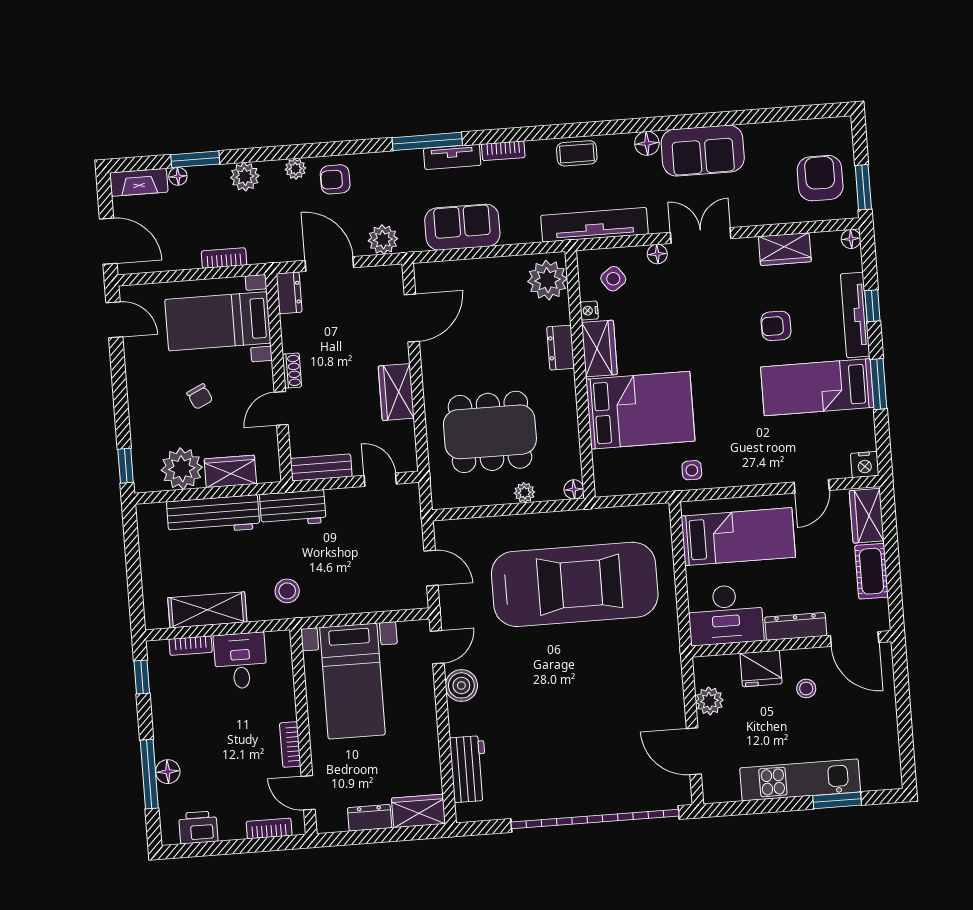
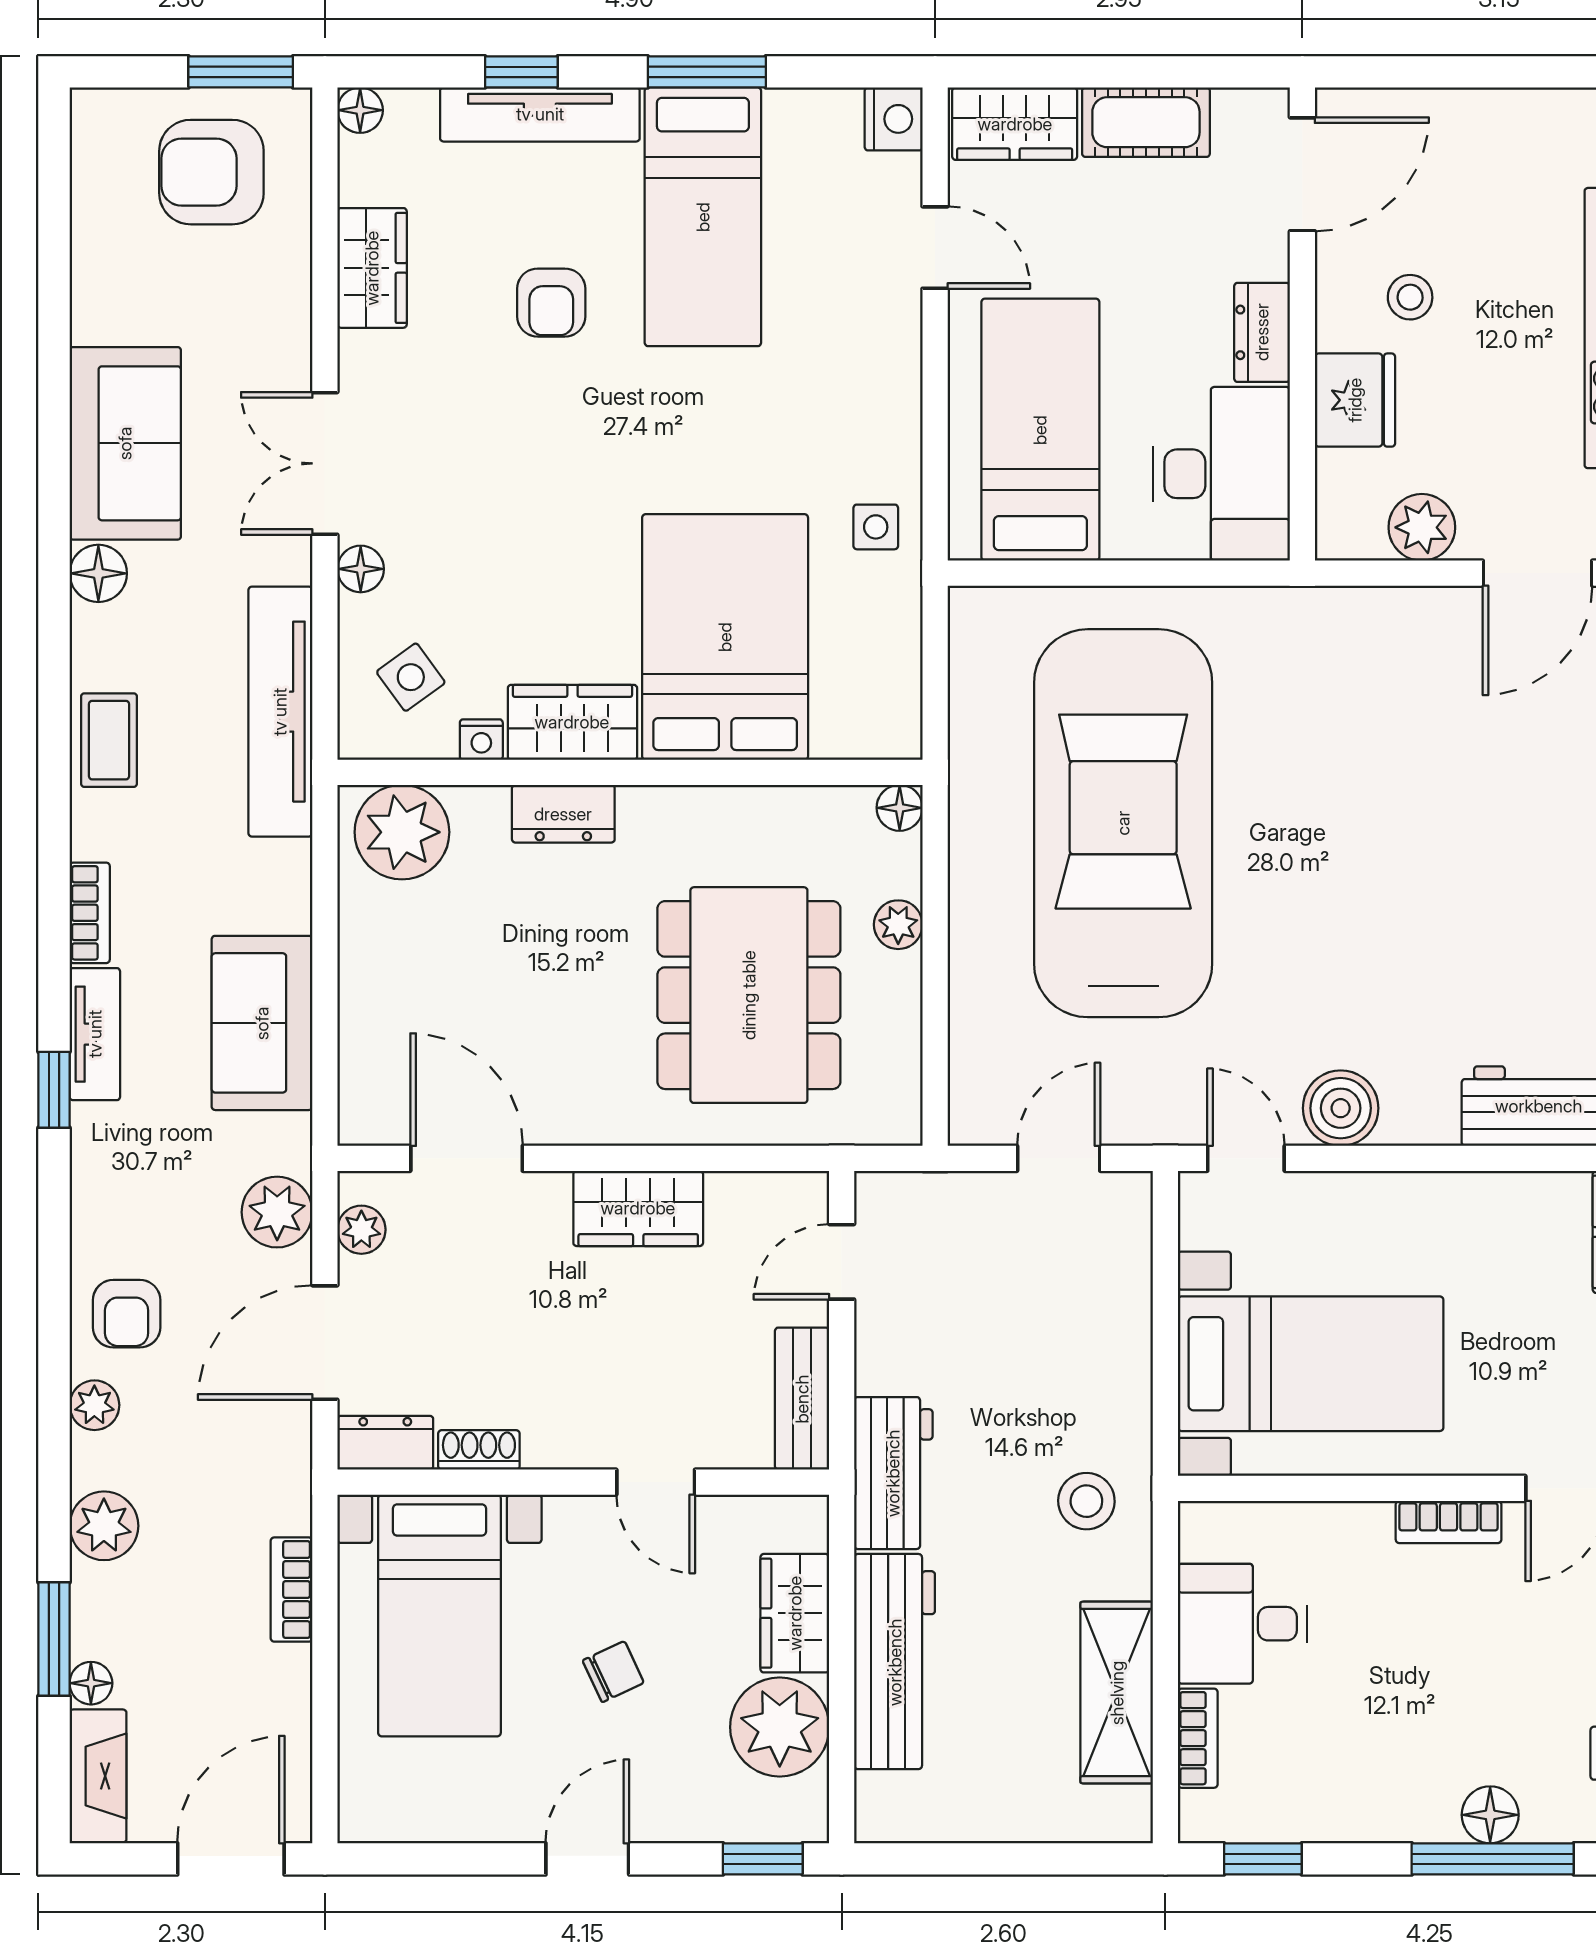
window: (427, 141) -> (54, 1090), width x0.46
plant: (378, 276) -> (361, 1230), added
door: (114, 320) -> (587, 1859), moved
shoe rack: (292, 371) -> (479, 1450), moved
dresser: (796, 626) -> (1262, 332), width x0.70

